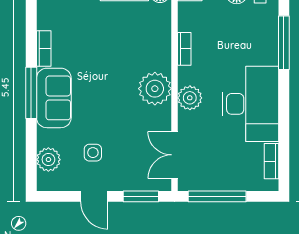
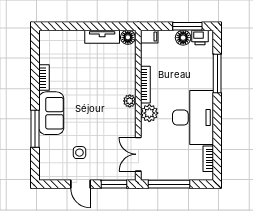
bookcase: (184, 49) -> (145, 85), width x1.56
plant: (155, 89) -> (130, 101), width x0.53, depth x0.53
window: (31, 93) -> (35, 129), moved
plant: (48, 160) -> (47, 158), removed

